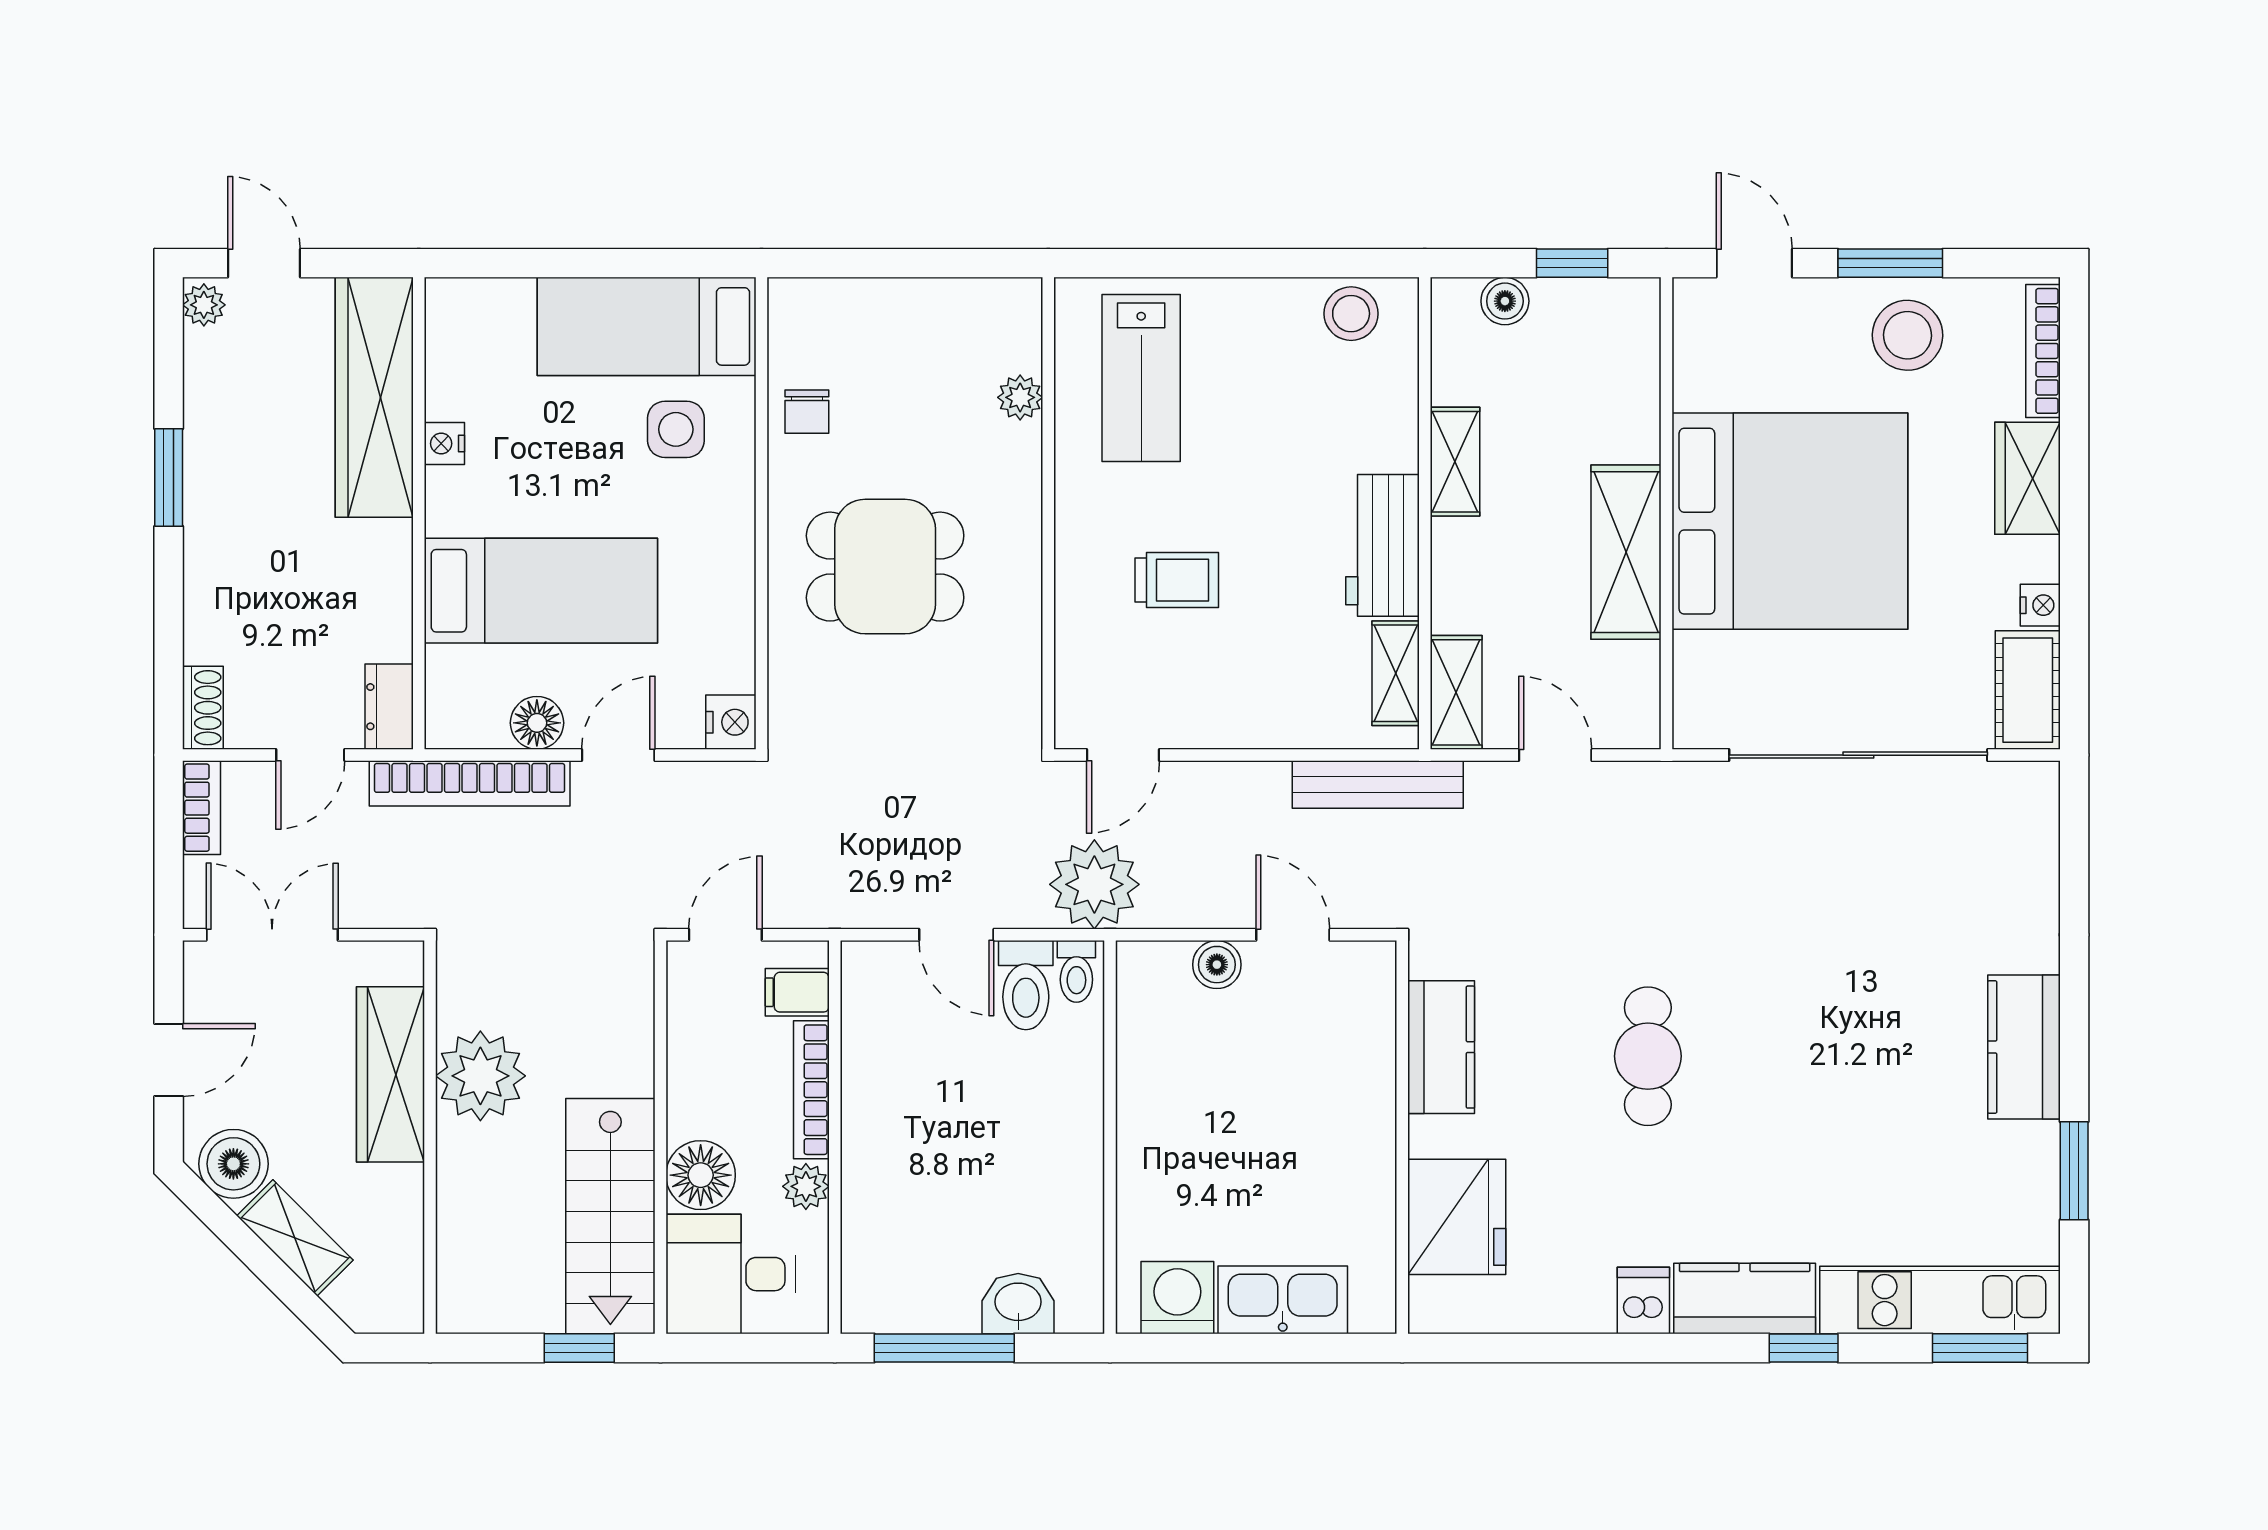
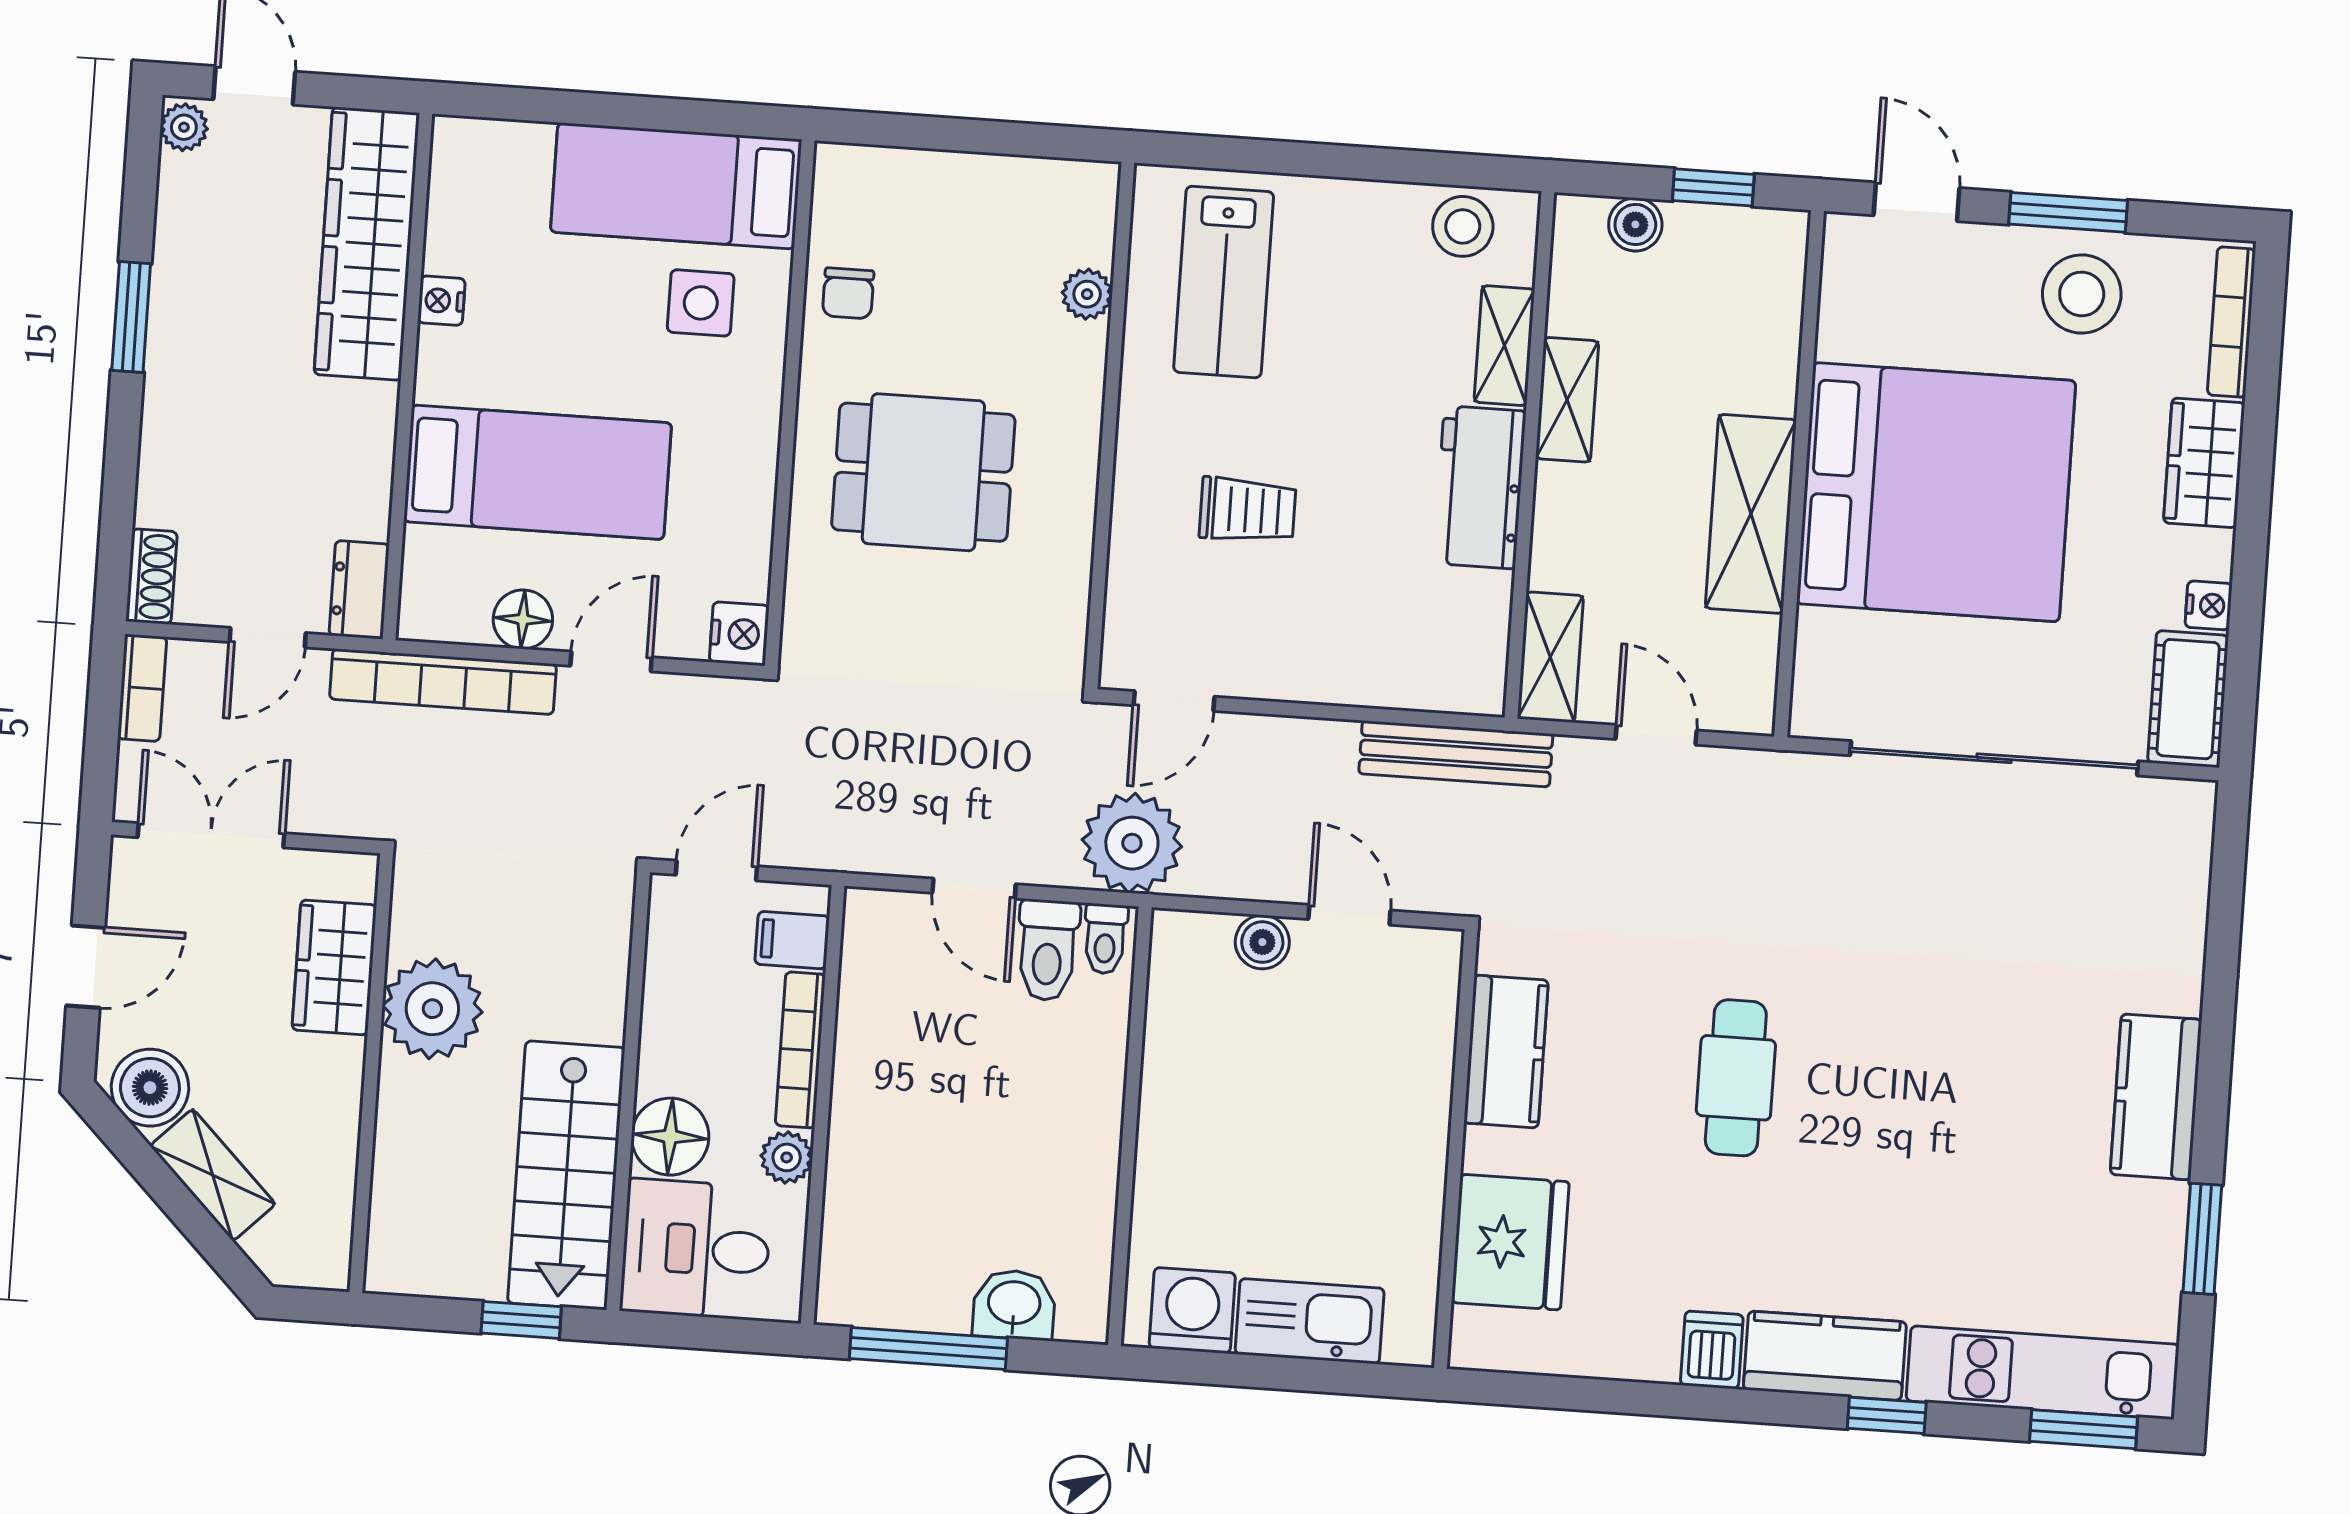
shelving: (1396, 673) -> (1504, 346), moved
wardrobe: (390, 1074) -> (334, 967), width x0.67

